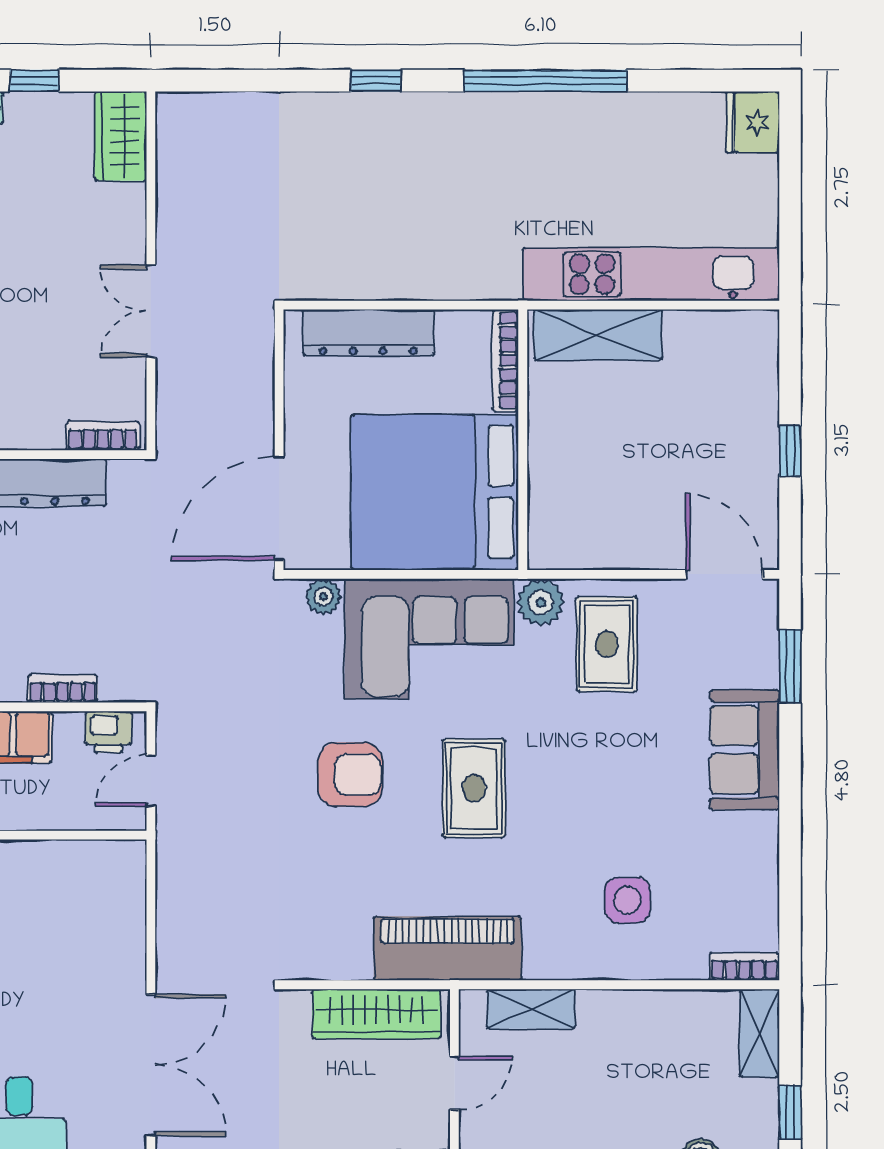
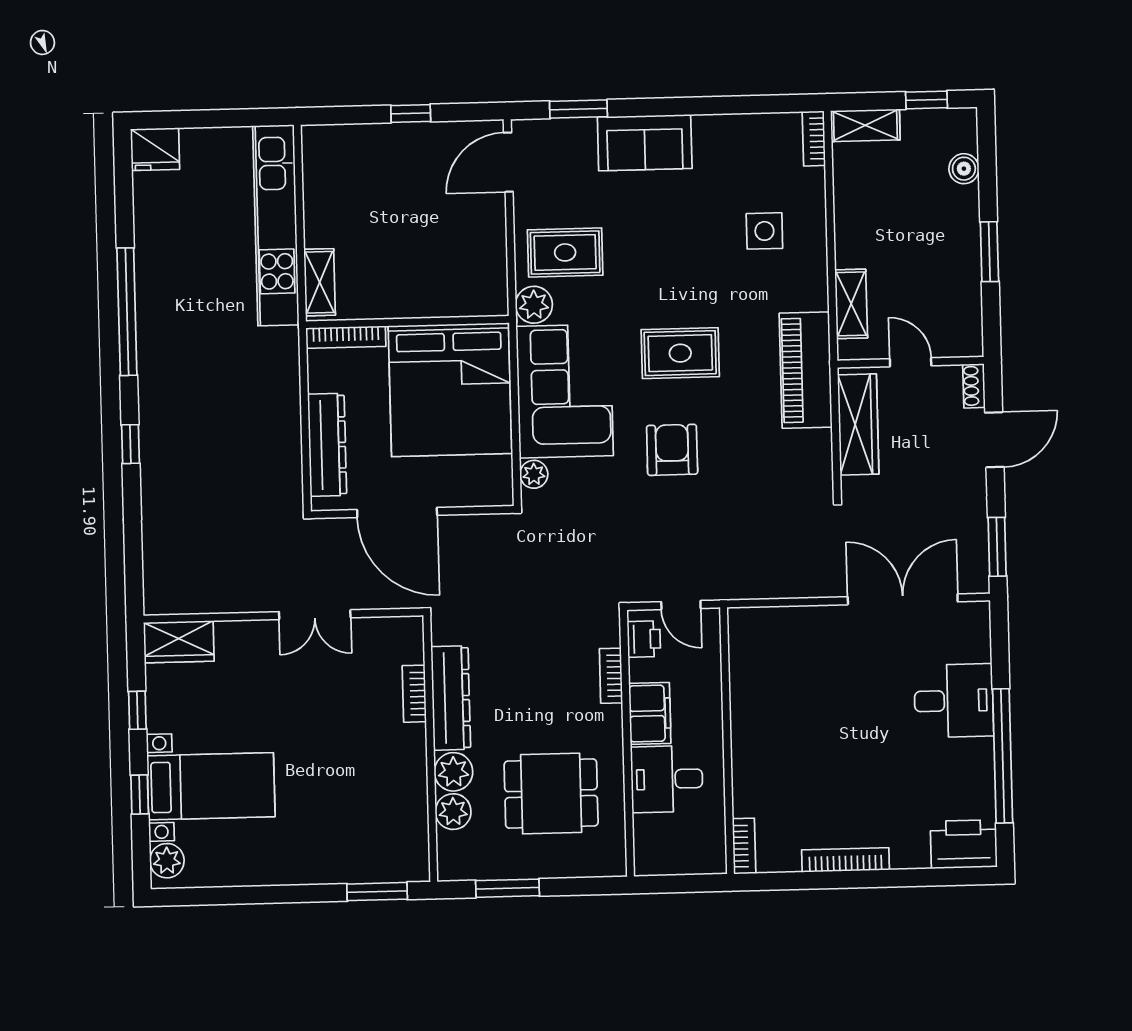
shelving: (598, 335) -> (320, 282), width x0.67, depth x0.75
bookcase: (103, 436) -> (414, 694), moved
door: (279, 509) -> (397, 512), moved

